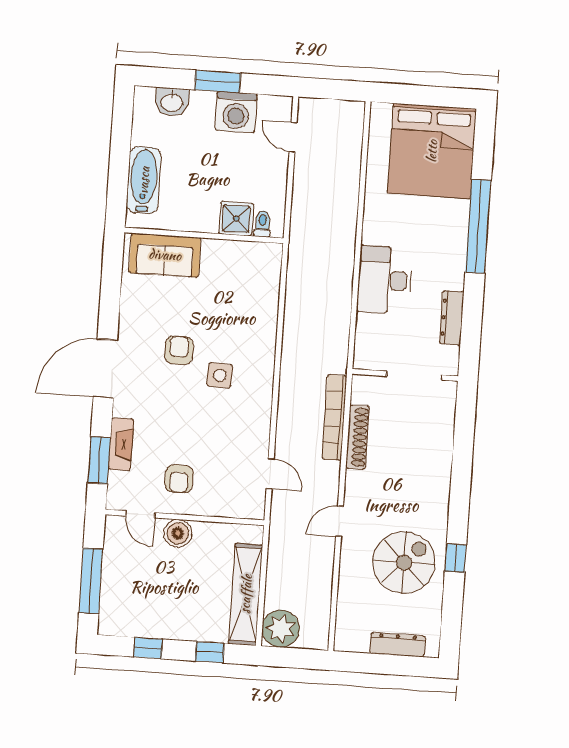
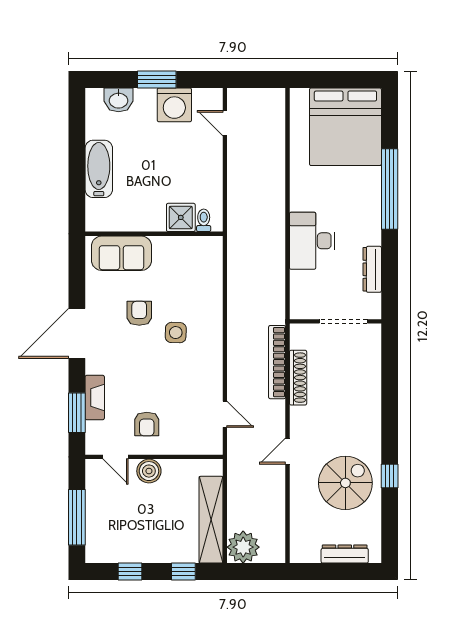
shower: (236, 219) -> (181, 217), moved
toilet: (262, 224) -> (204, 220), moved
wall: (204, 235) -> (154, 234), moved
sofa: (165, 255) -> (121, 253), moved

